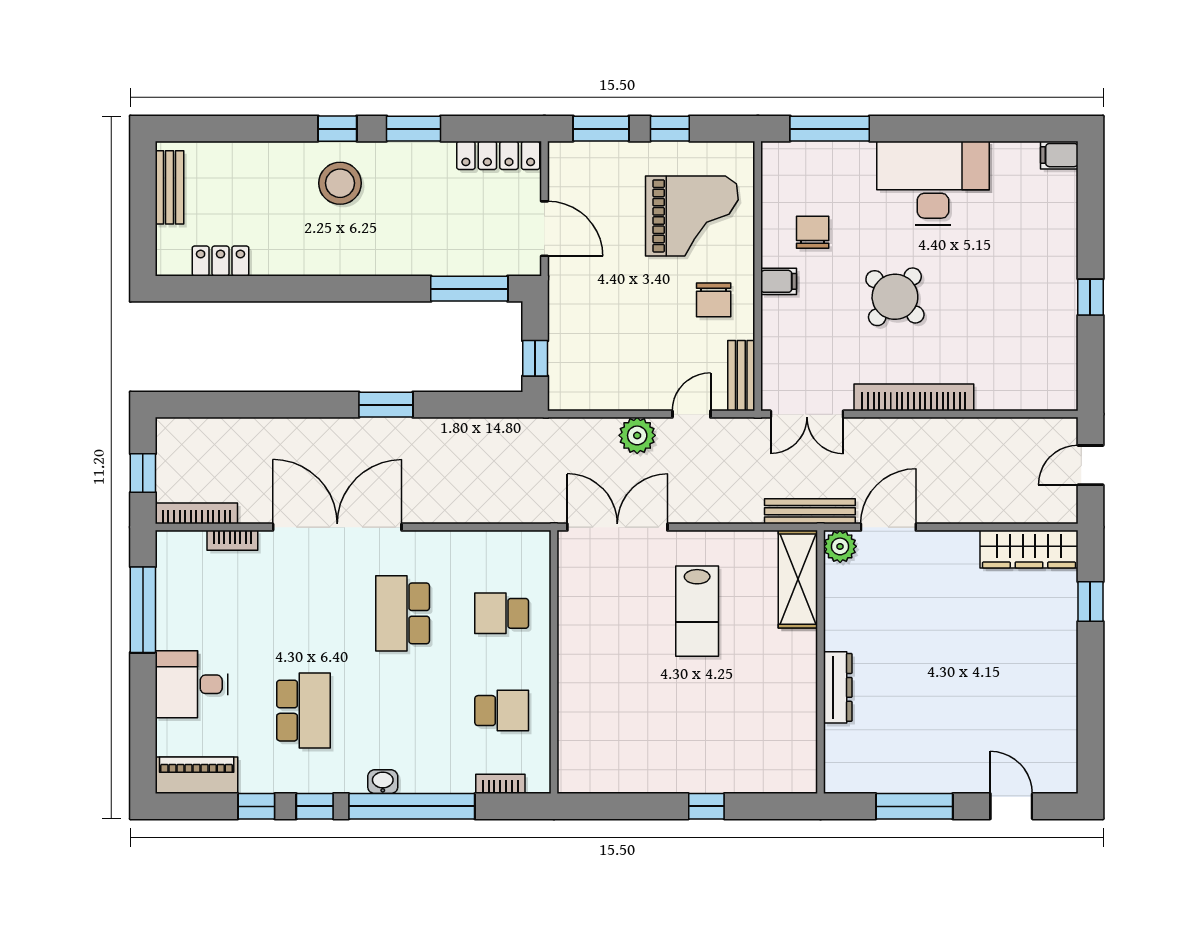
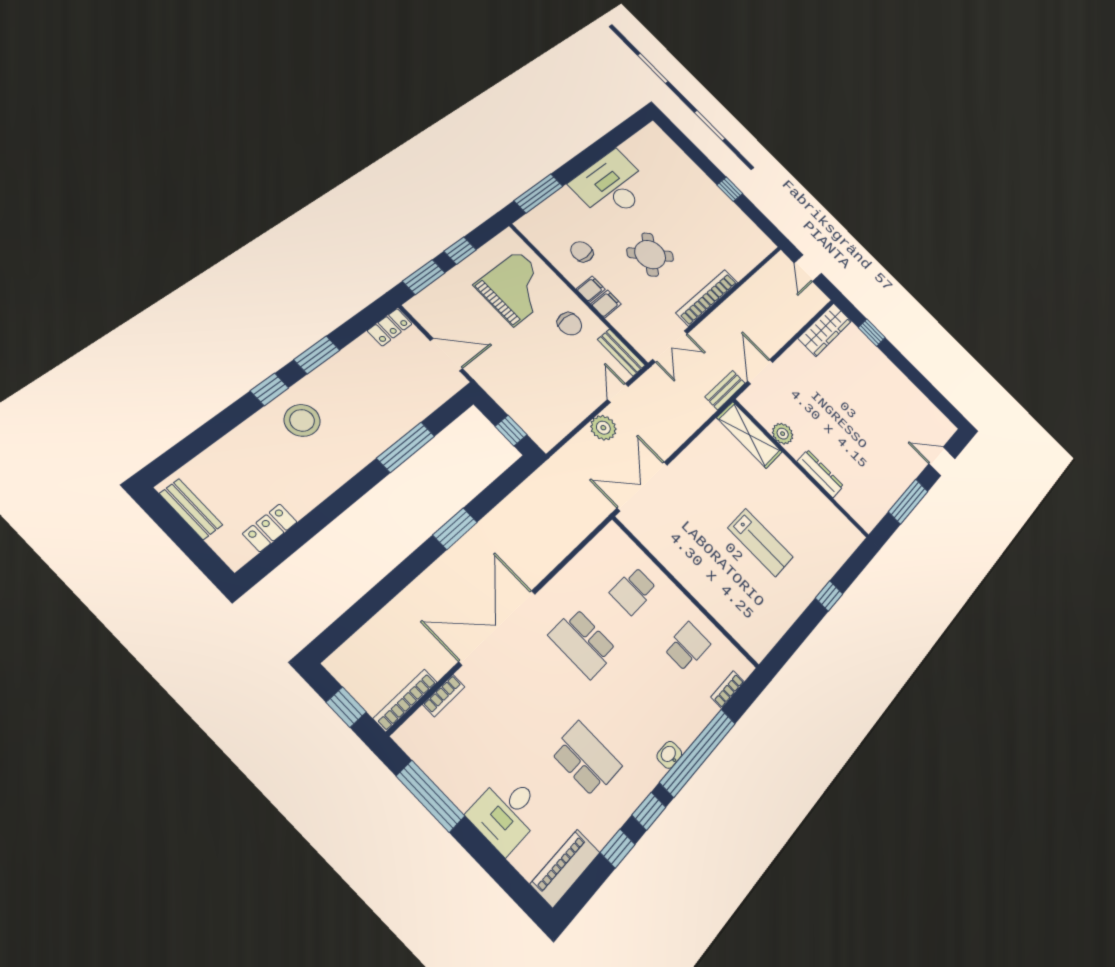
locker: (498, 155) -> (390, 327), width x0.66
filing cabinet: (1059, 155) -> (606, 304), moved, turned 180
window: (469, 289) -> (406, 447), moved
bench: (810, 511) -> (725, 390), width x0.73
plant: (840, 546) -> (783, 434), moved
lab bench: (697, 611) -> (760, 543), moved

